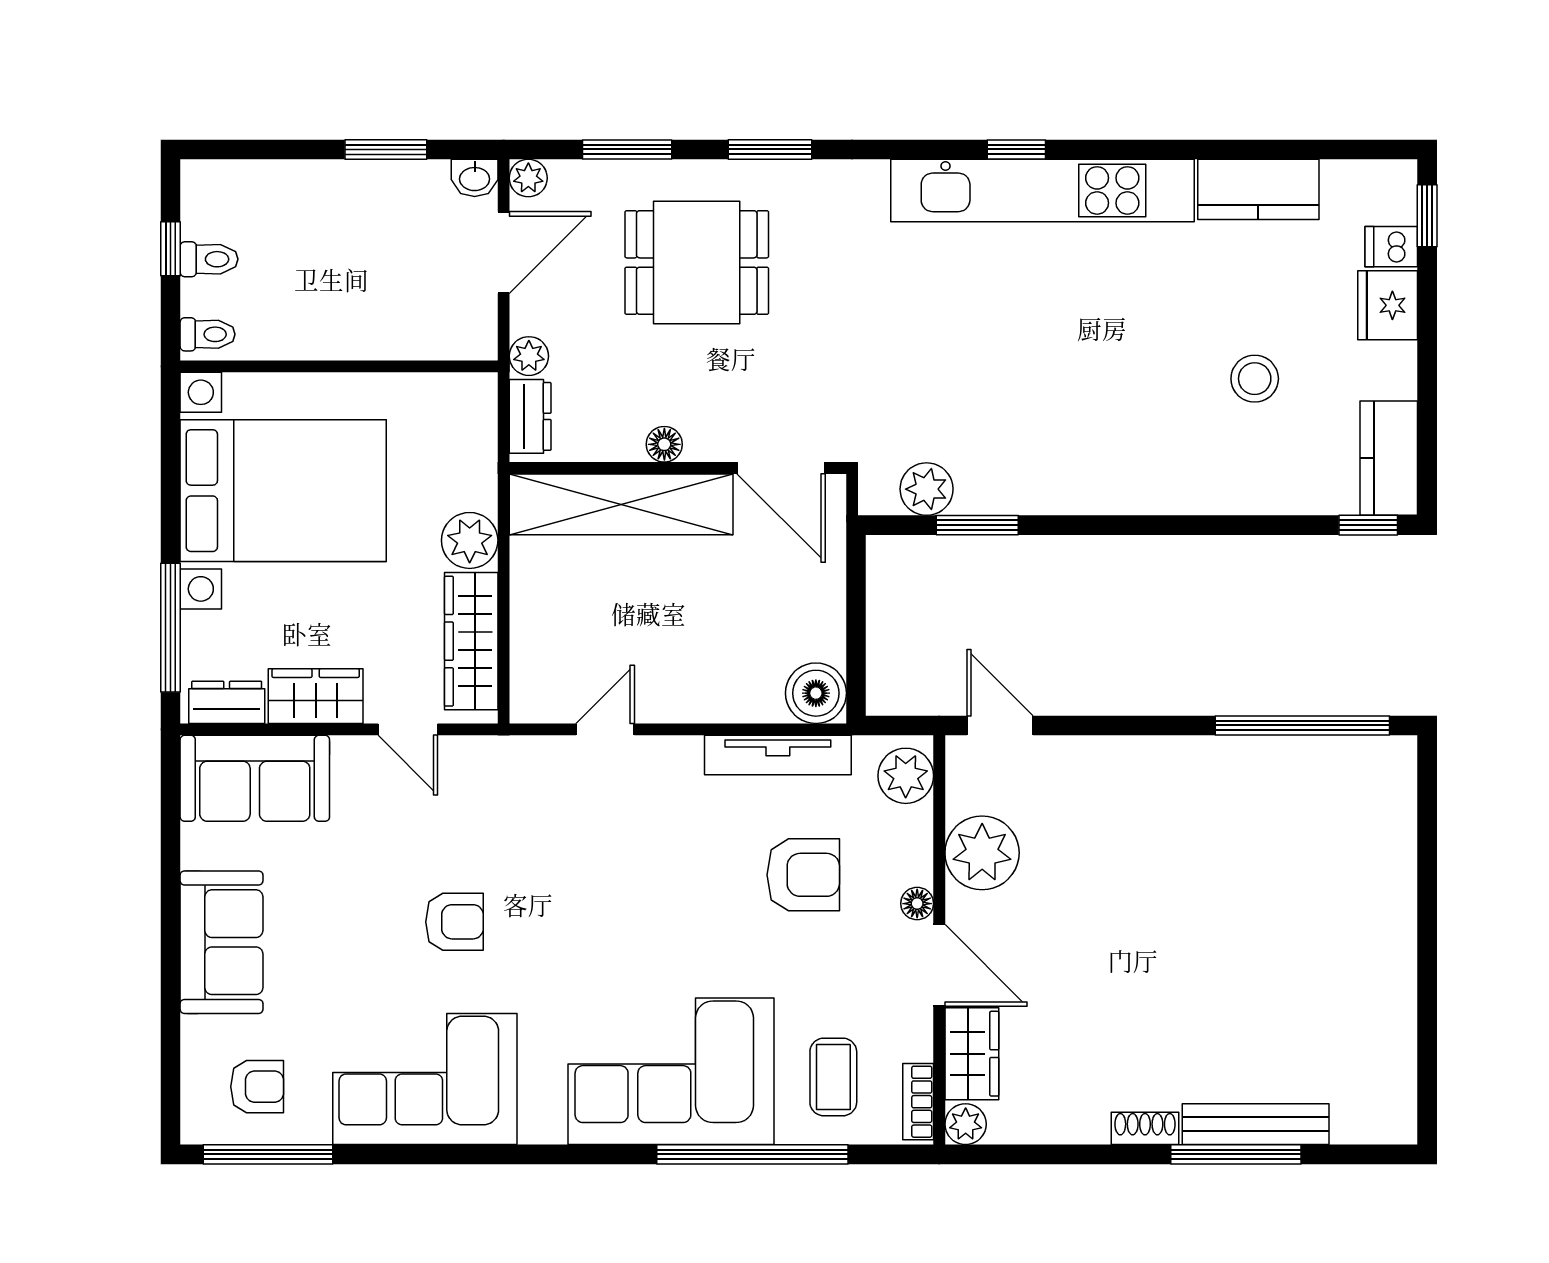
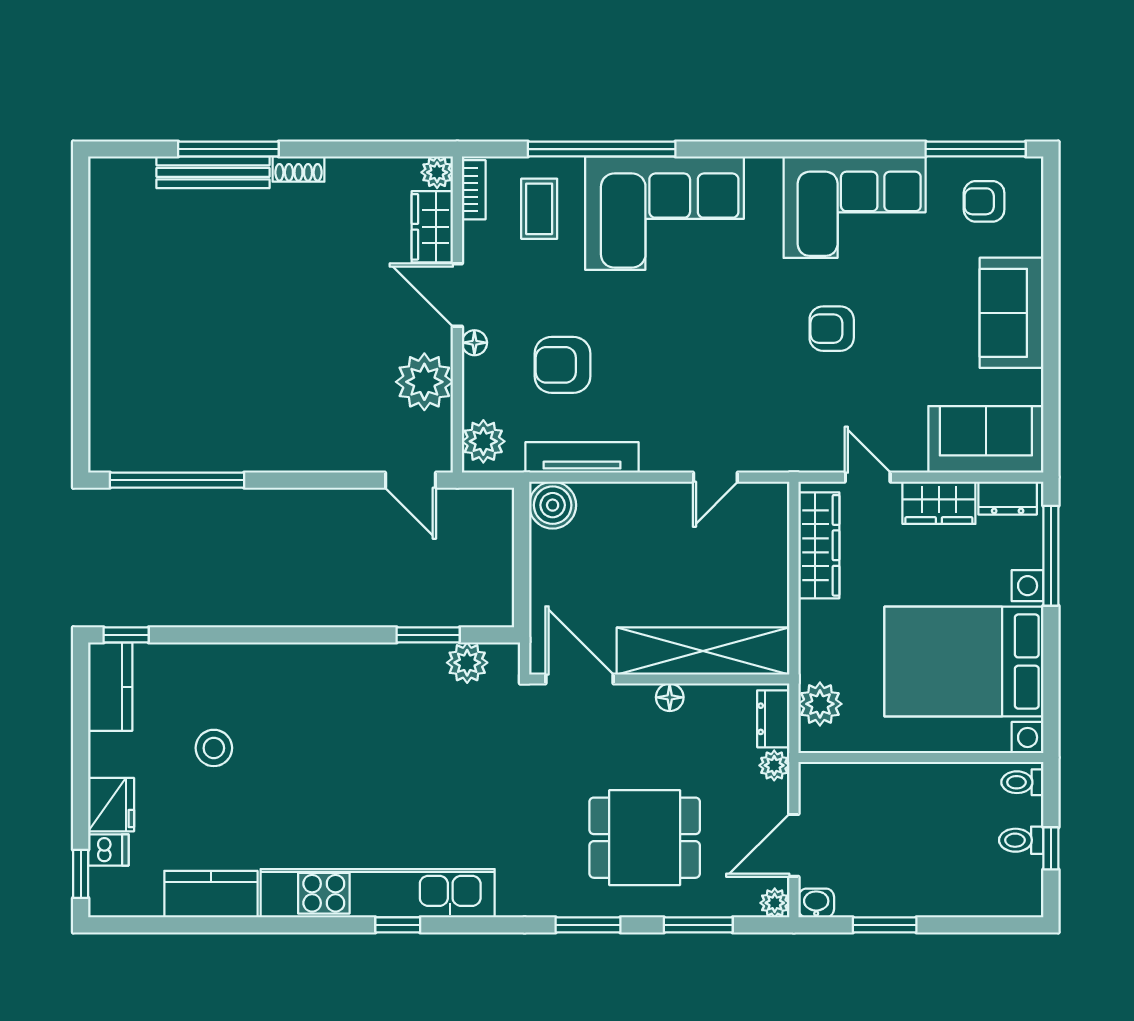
plant: (470, 540) -> (820, 704), moved

